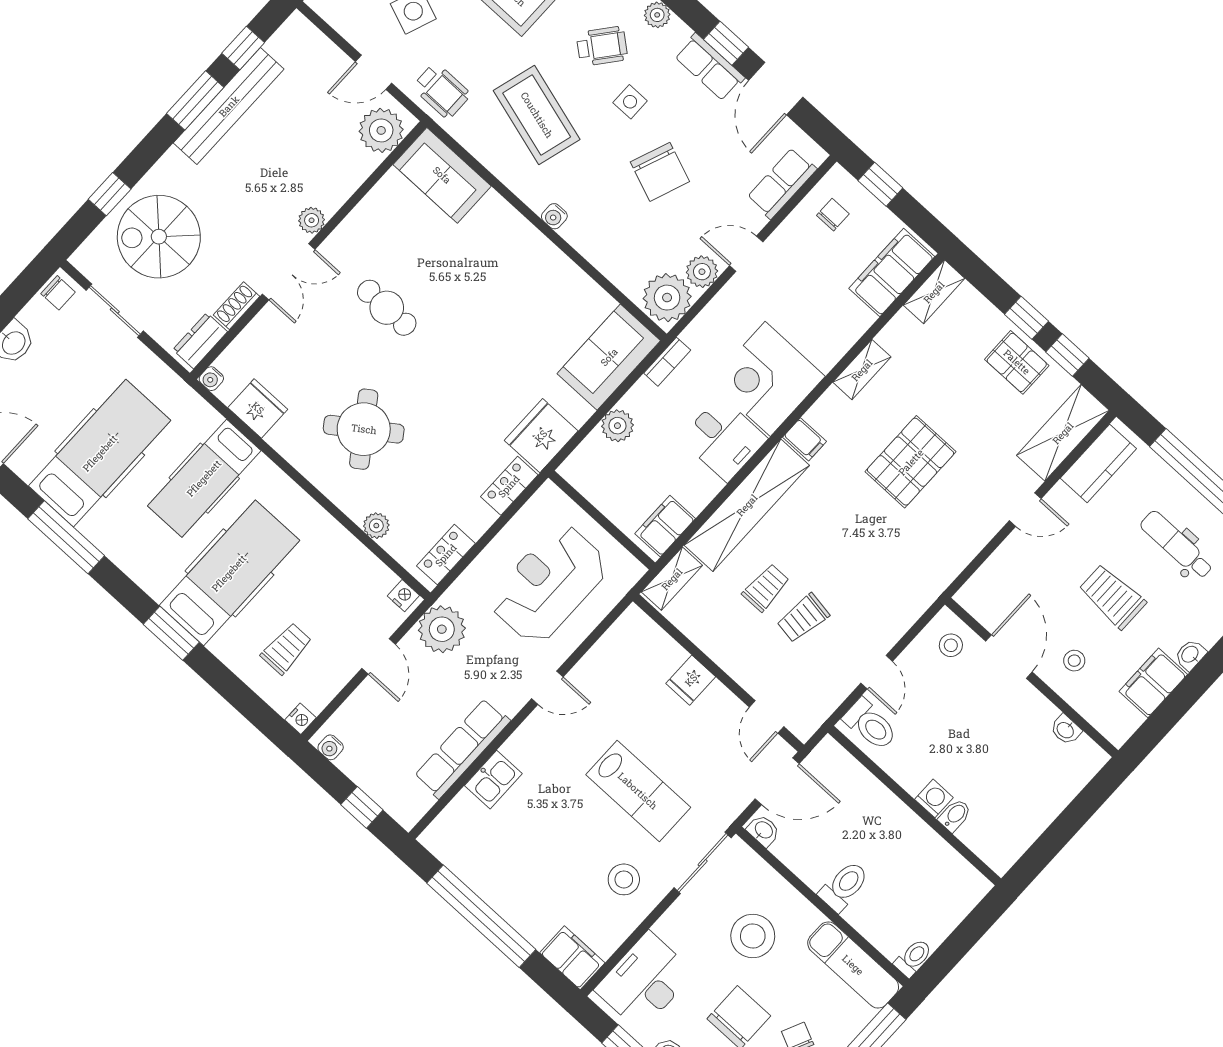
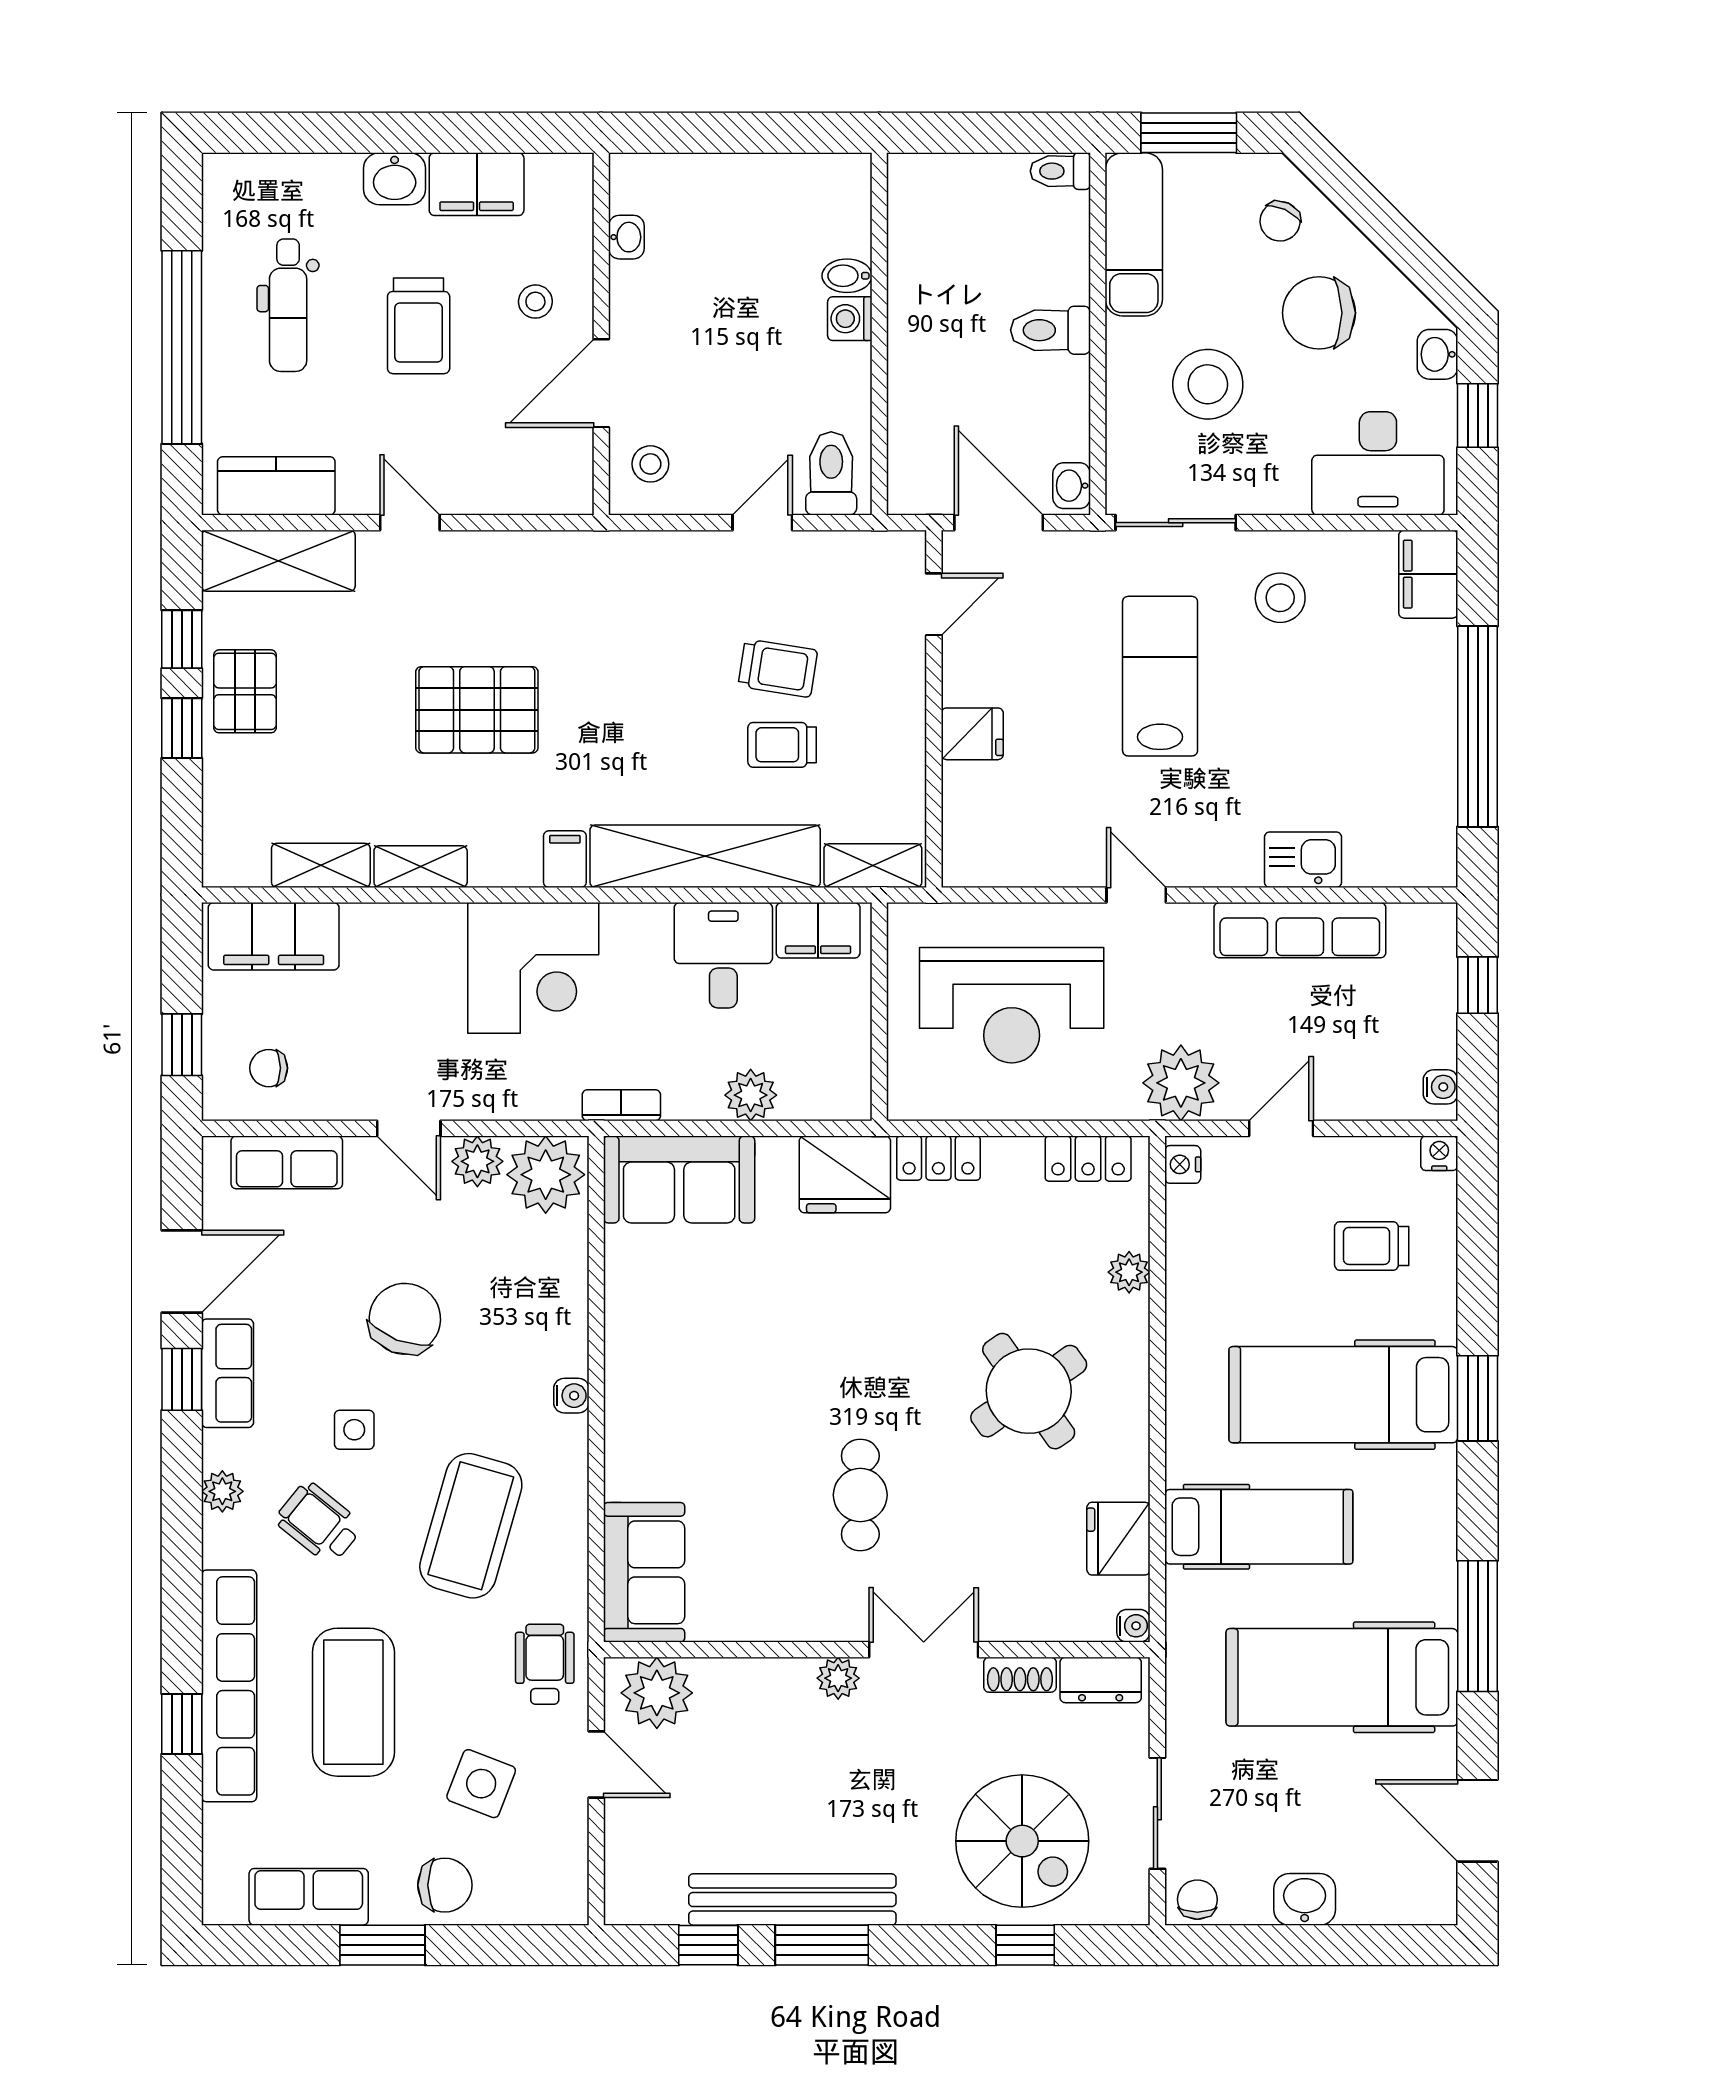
shelving: (934, 292) -> (321, 865), moved
desk: (724, 439) -> (723, 955), moved
washbasin: (1190, 655) -> (395, 179), width x1.38, depth x1.45

